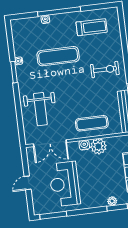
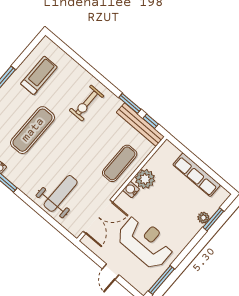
exercise bike: (105, 70) -> (87, 103), turned 180
weight bench: (40, 109) -> (61, 193), turned -90
reception desk: (64, 184) -> (145, 242), turned 180

